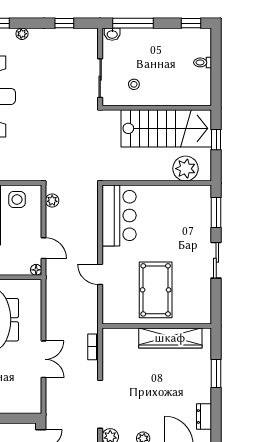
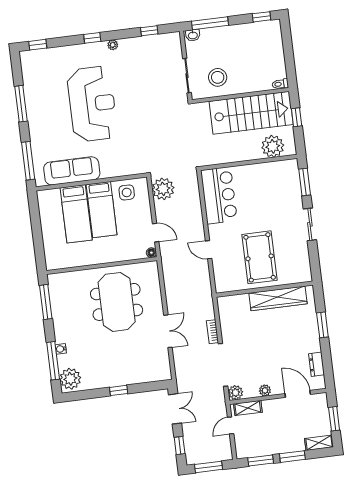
toilet: (203, 62) -> (280, 84), moved
stool: (134, 84) -> (218, 77), width x1.89, depth x1.89
plant: (52, 201) -> (163, 189), width x1.88, depth x1.88
bookcase: (93, 347) -> (212, 332), moved

